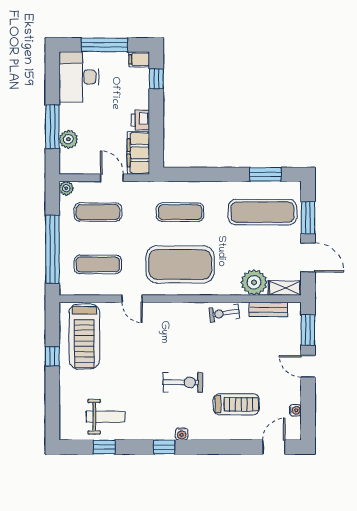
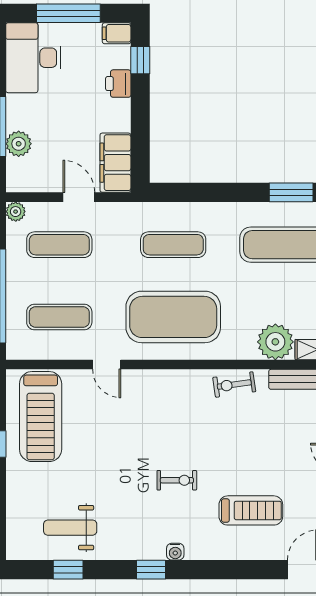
printer: (140, 120) -> (118, 84), moved
exercise bike: (183, 382) -> (177, 480), width x0.73, depth x0.72
weight bench: (106, 417) -> (70, 528), turned 180

